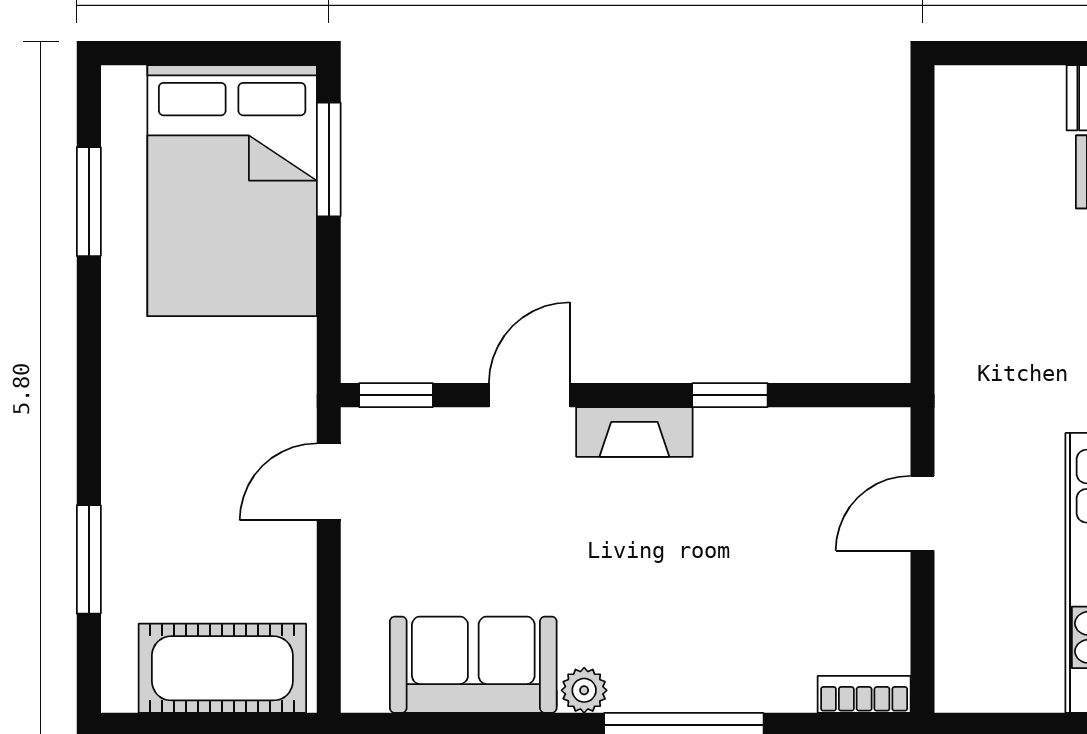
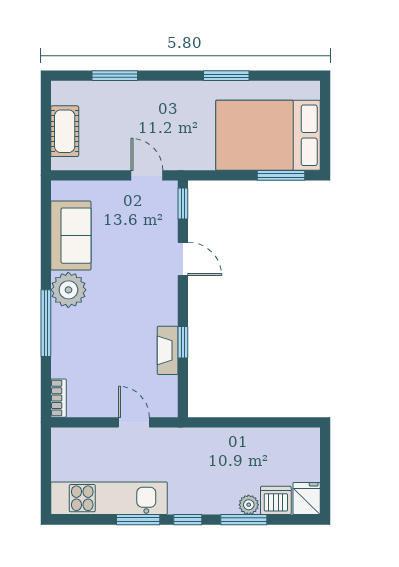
window: (89, 202) -> (226, 76), moved
fireplace: (634, 432) -> (168, 350), moved
cot: (222, 668) -> (65, 131), width x0.73, depth x0.75
plant: (584, 690) -> (68, 290), width x1.88, depth x1.88

